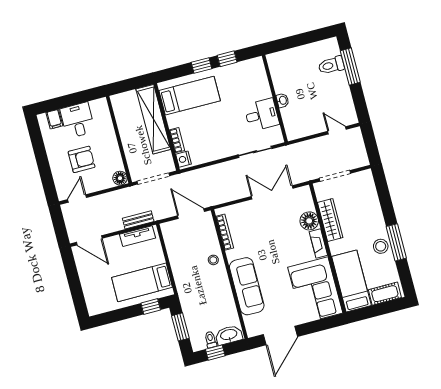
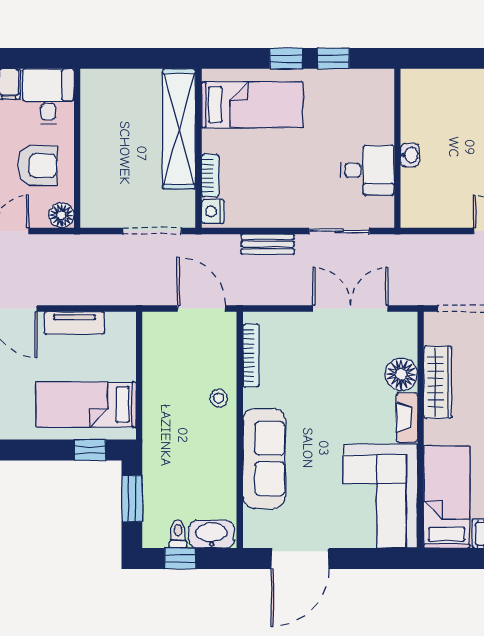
wall: (119, 139) -> (77, 148), moved
floor lamp: (120, 178) -> (62, 215), moved
bench: (138, 220) -> (268, 244), moved
tv unit: (138, 236) -> (74, 323), moved

